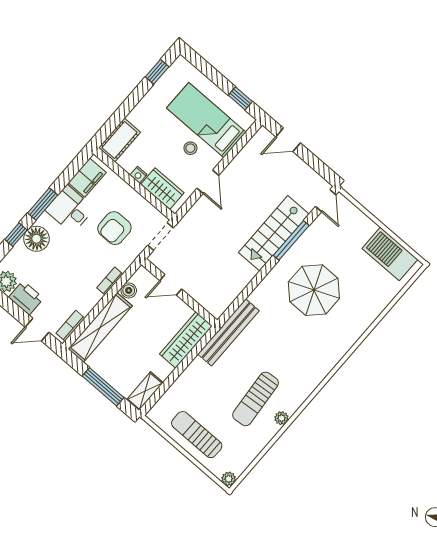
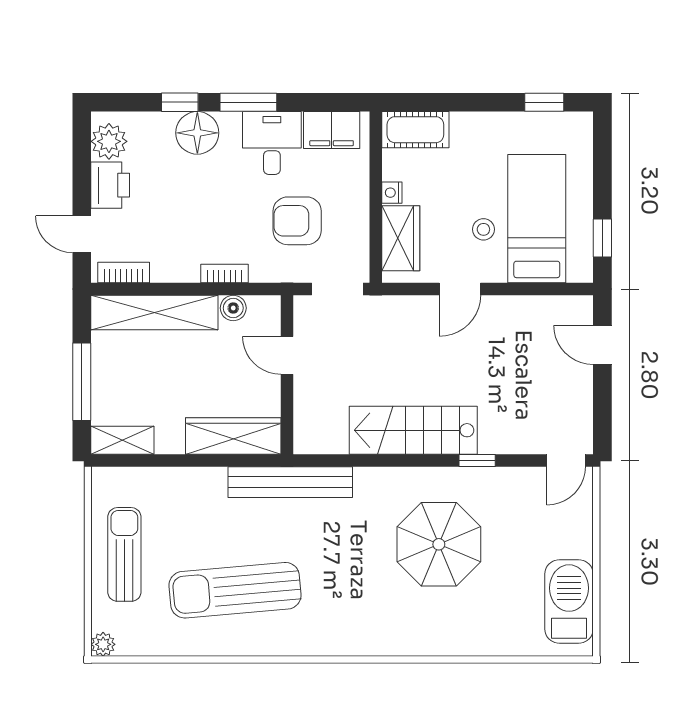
stairs: (274, 233) -> (413, 430), moved
window: (291, 240) -> (477, 460), width x0.46
sun lounger: (256, 399) -> (235, 590), width x1.36, depth x1.34
plant: (281, 418) -> (239, 645), removed

